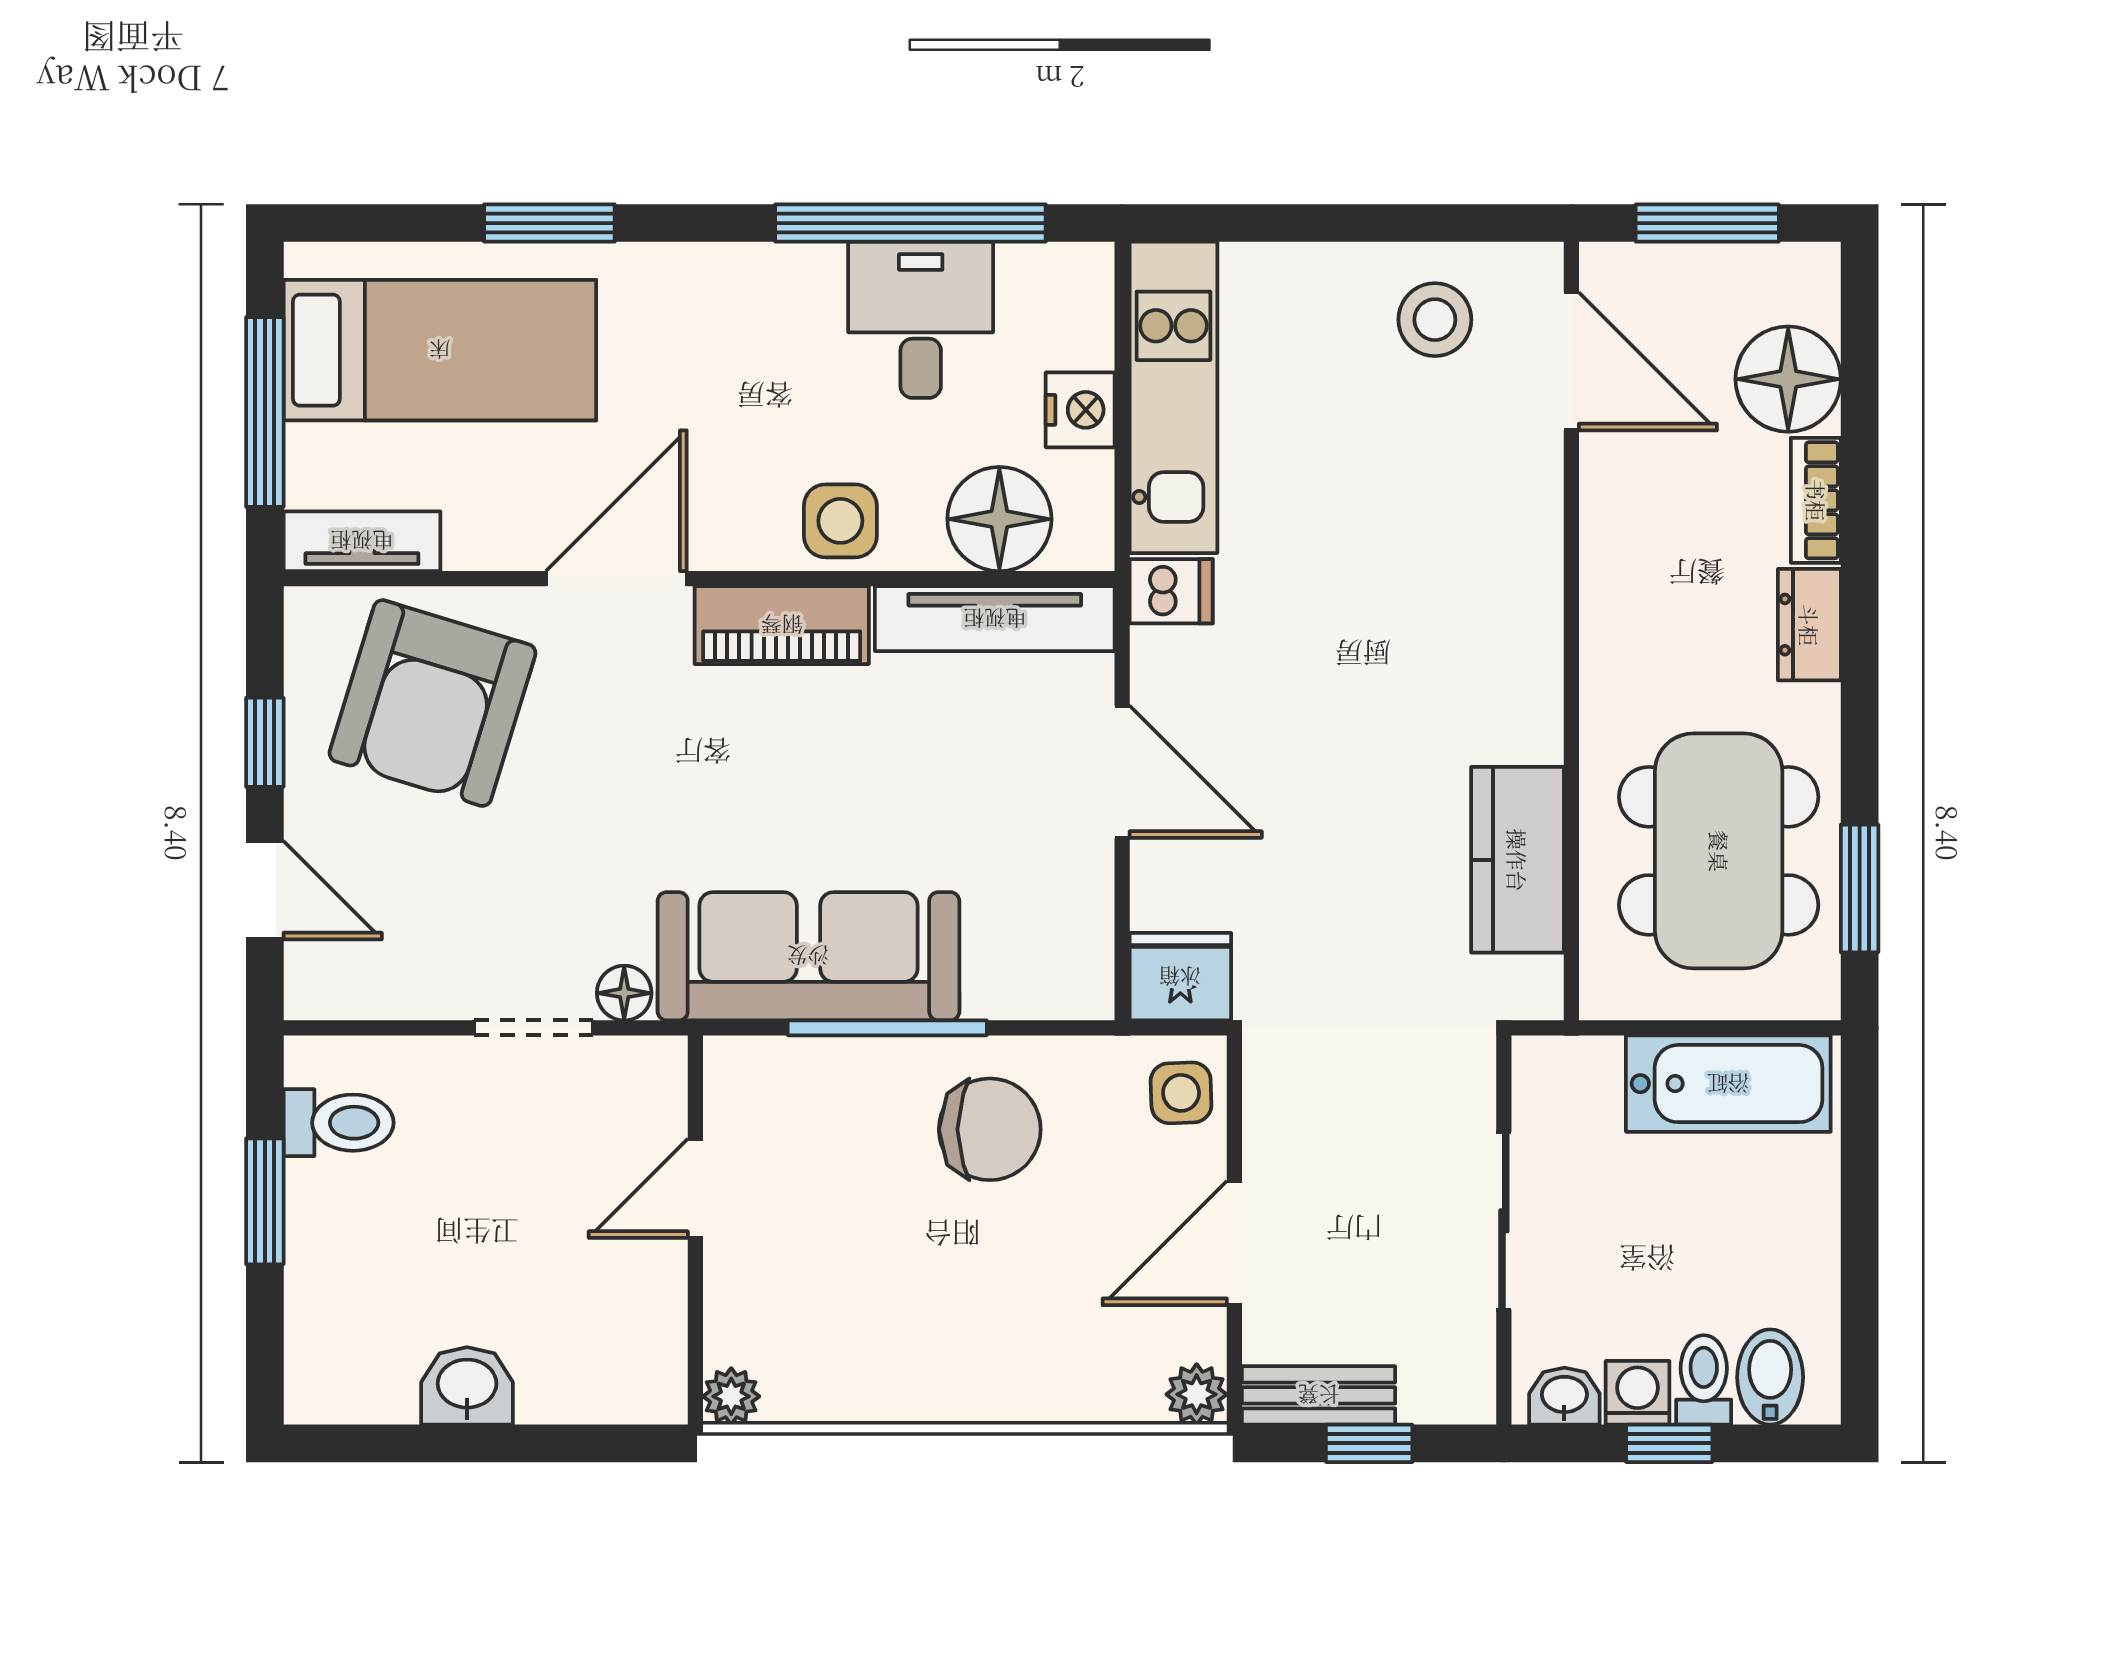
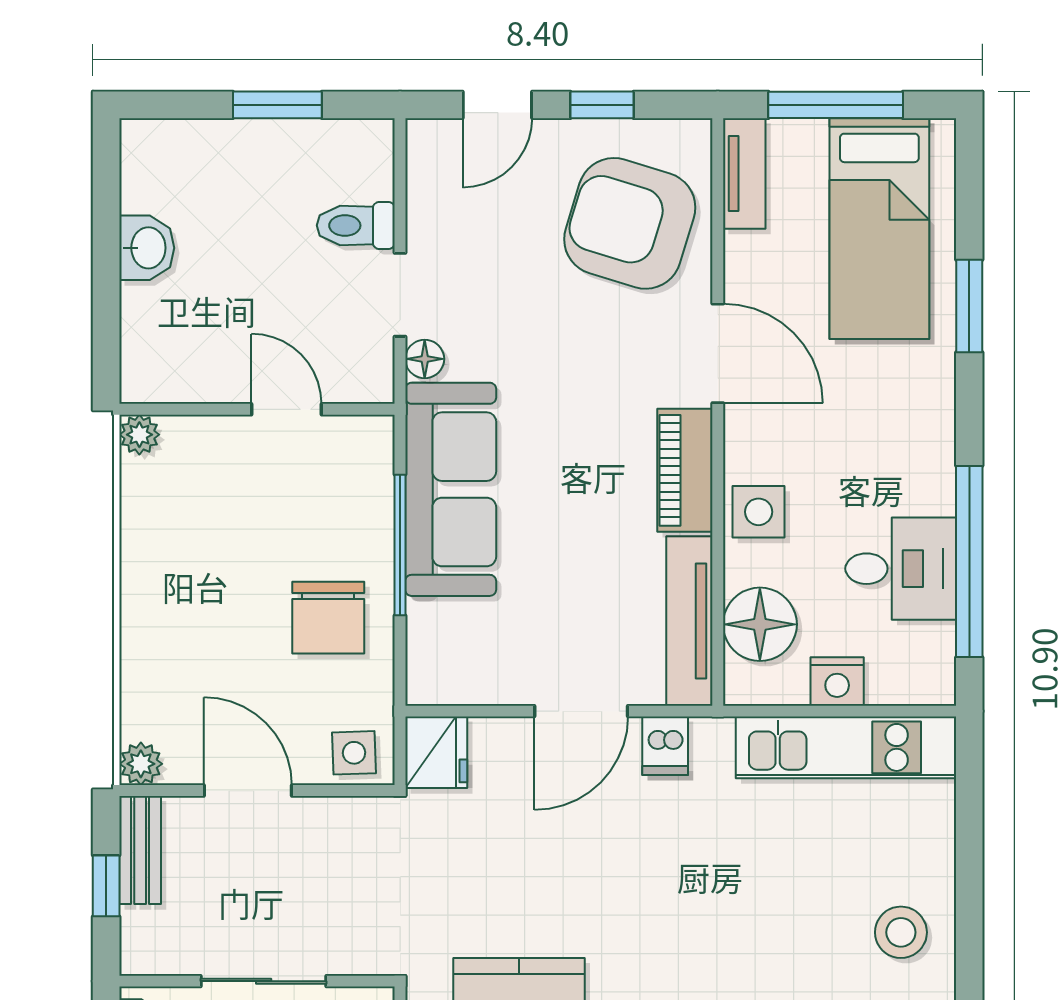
dishwasher: (1171, 591) -> (665, 746), moved
toilet: (339, 1123) -> (356, 225), moved, turned 90

